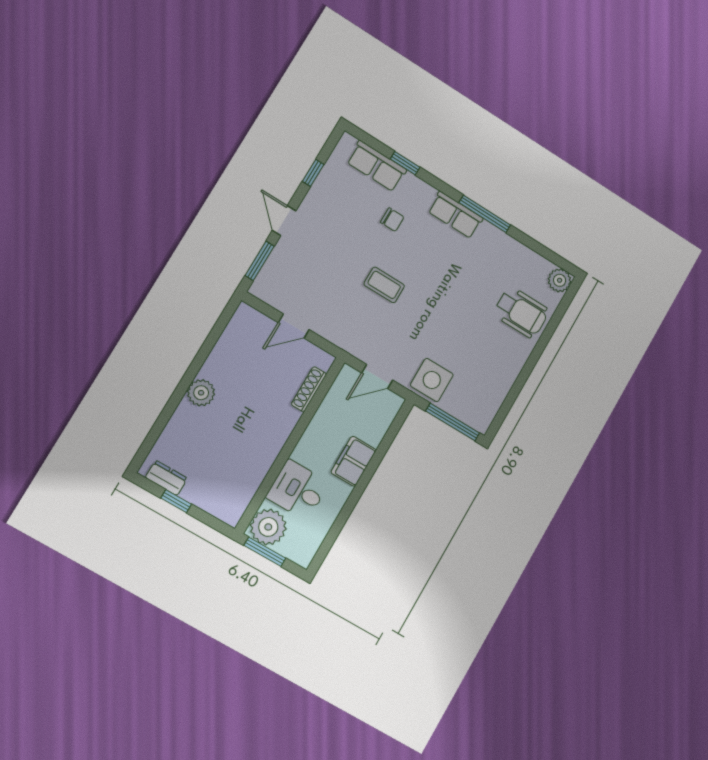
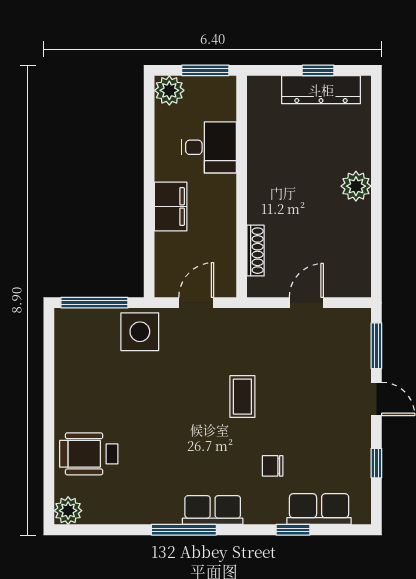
coffee table: (384, 285) -> (242, 397), turned 90
dresser: (166, 478) -> (321, 90), width x1.96, depth x1.24
plant: (268, 527) -> (169, 90), moved, width x0.73, depth x0.73

